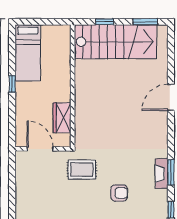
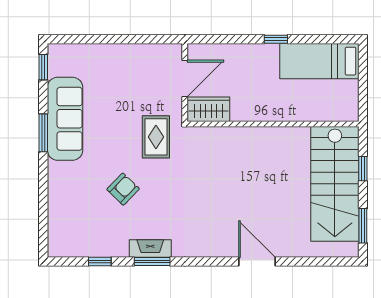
wardrobe: (62, 118) -> (208, 109), moved
armchair: (119, 193) -> (123, 189), turned -136

